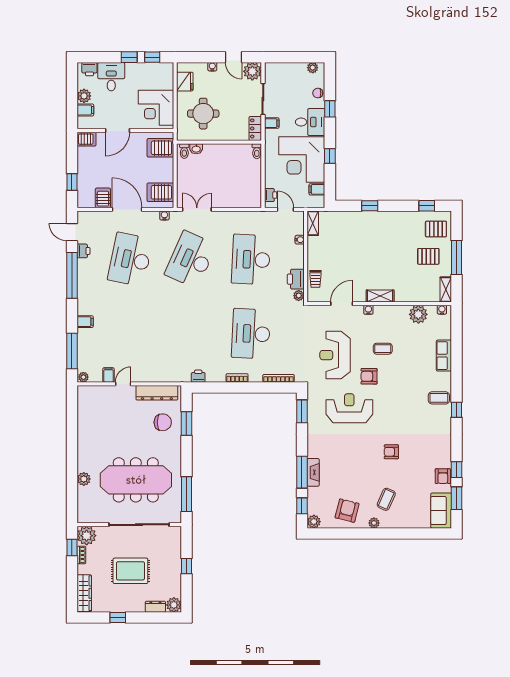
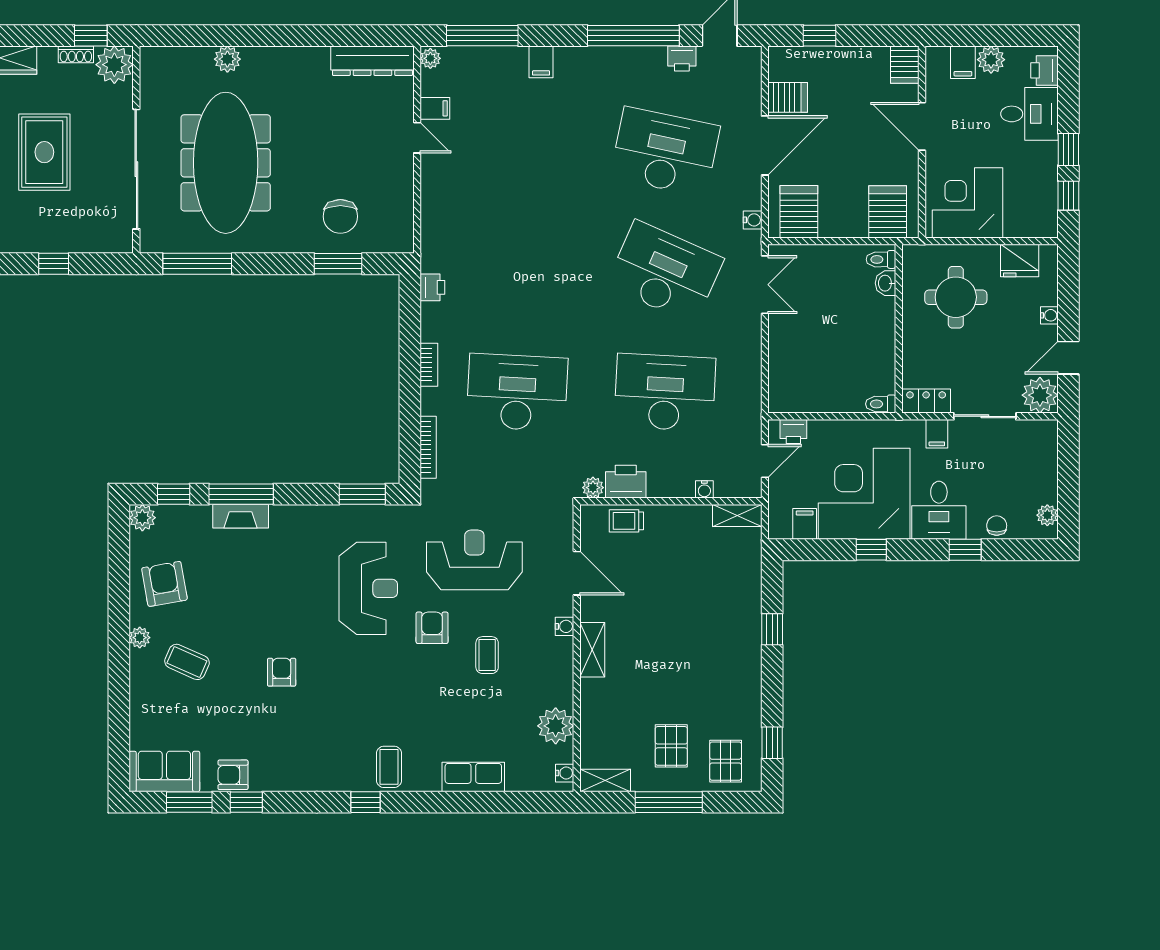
dresser: (157, 393) -> (372, 61), moved, turned -90
armchair: (347, 511) -> (164, 584), turned -114

